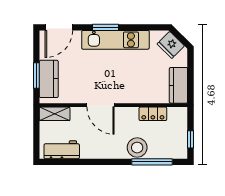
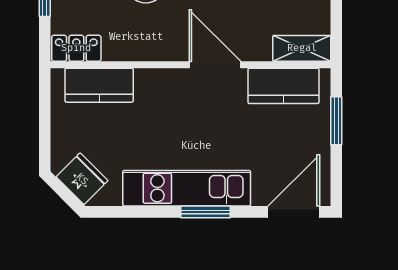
kitchen counter: (49, 79) -> (283, 86), moved, turned -90
kitchen counter: (178, 85) -> (99, 85), moved, turned 90
locker: (153, 114) -> (76, 48), moved

